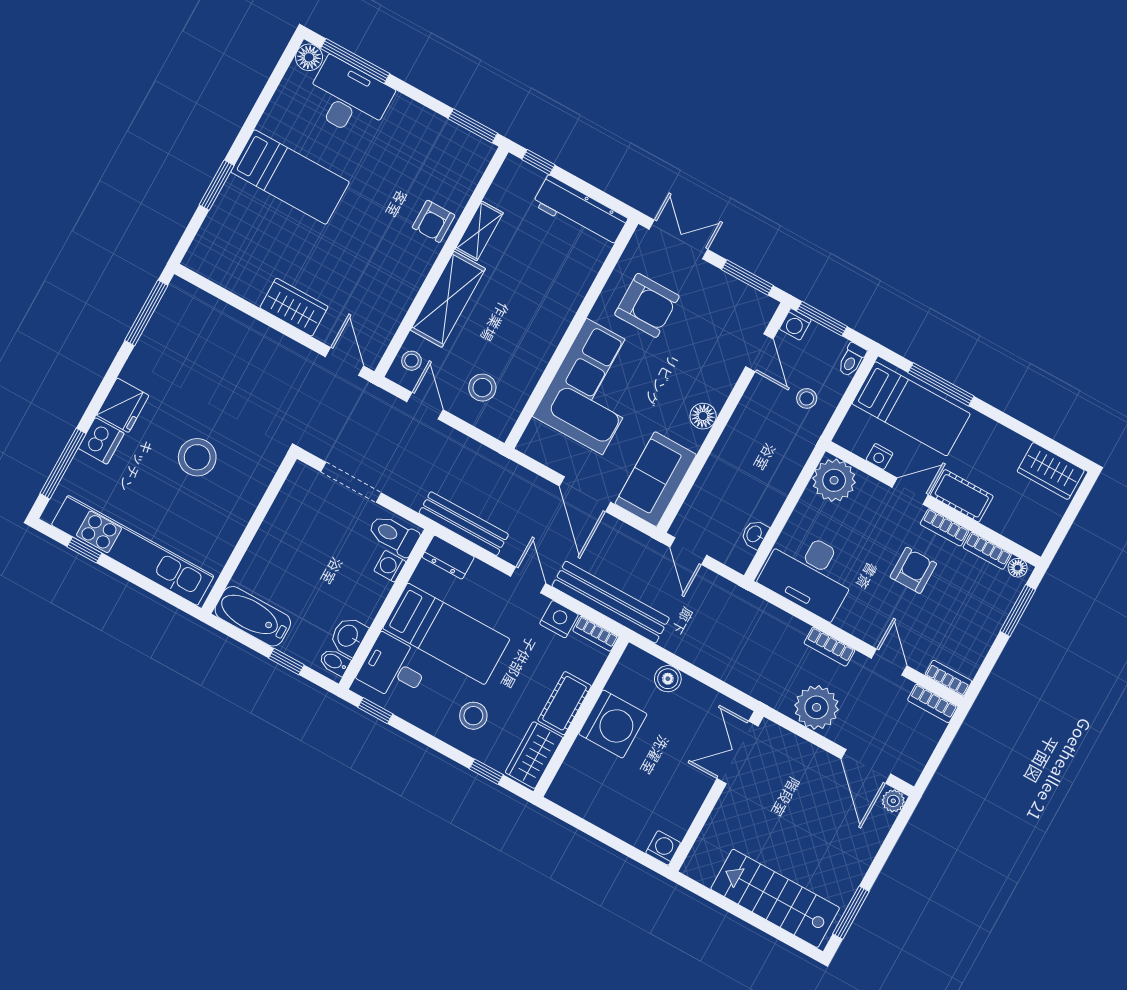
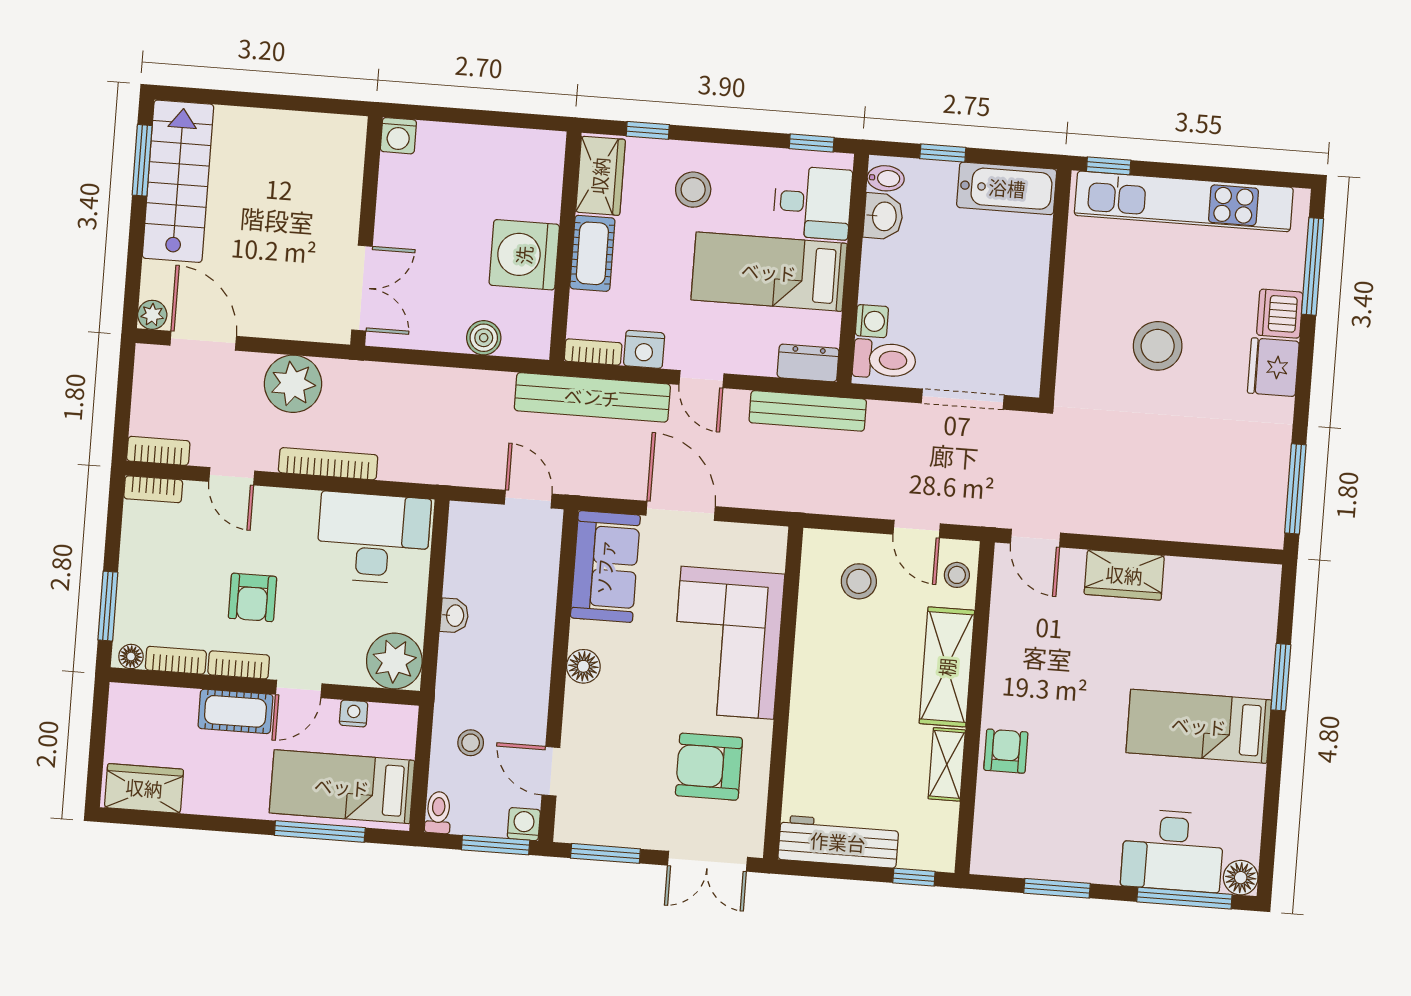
window: (473, 126) -> (1057, 888), moved
washbasin: (755, 534) -> (454, 616), moved
window: (84, 550) -> (1109, 166), moved
bookcase: (829, 647) -> (328, 464), width x1.56
stairs: (775, 898) -> (178, 181), moved, turned -90

